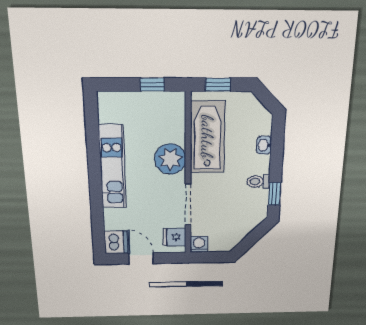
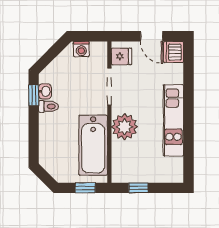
washbasin: (264, 145) -> (45, 91), moved
washing machine: (199, 244) -> (81, 49), moved

